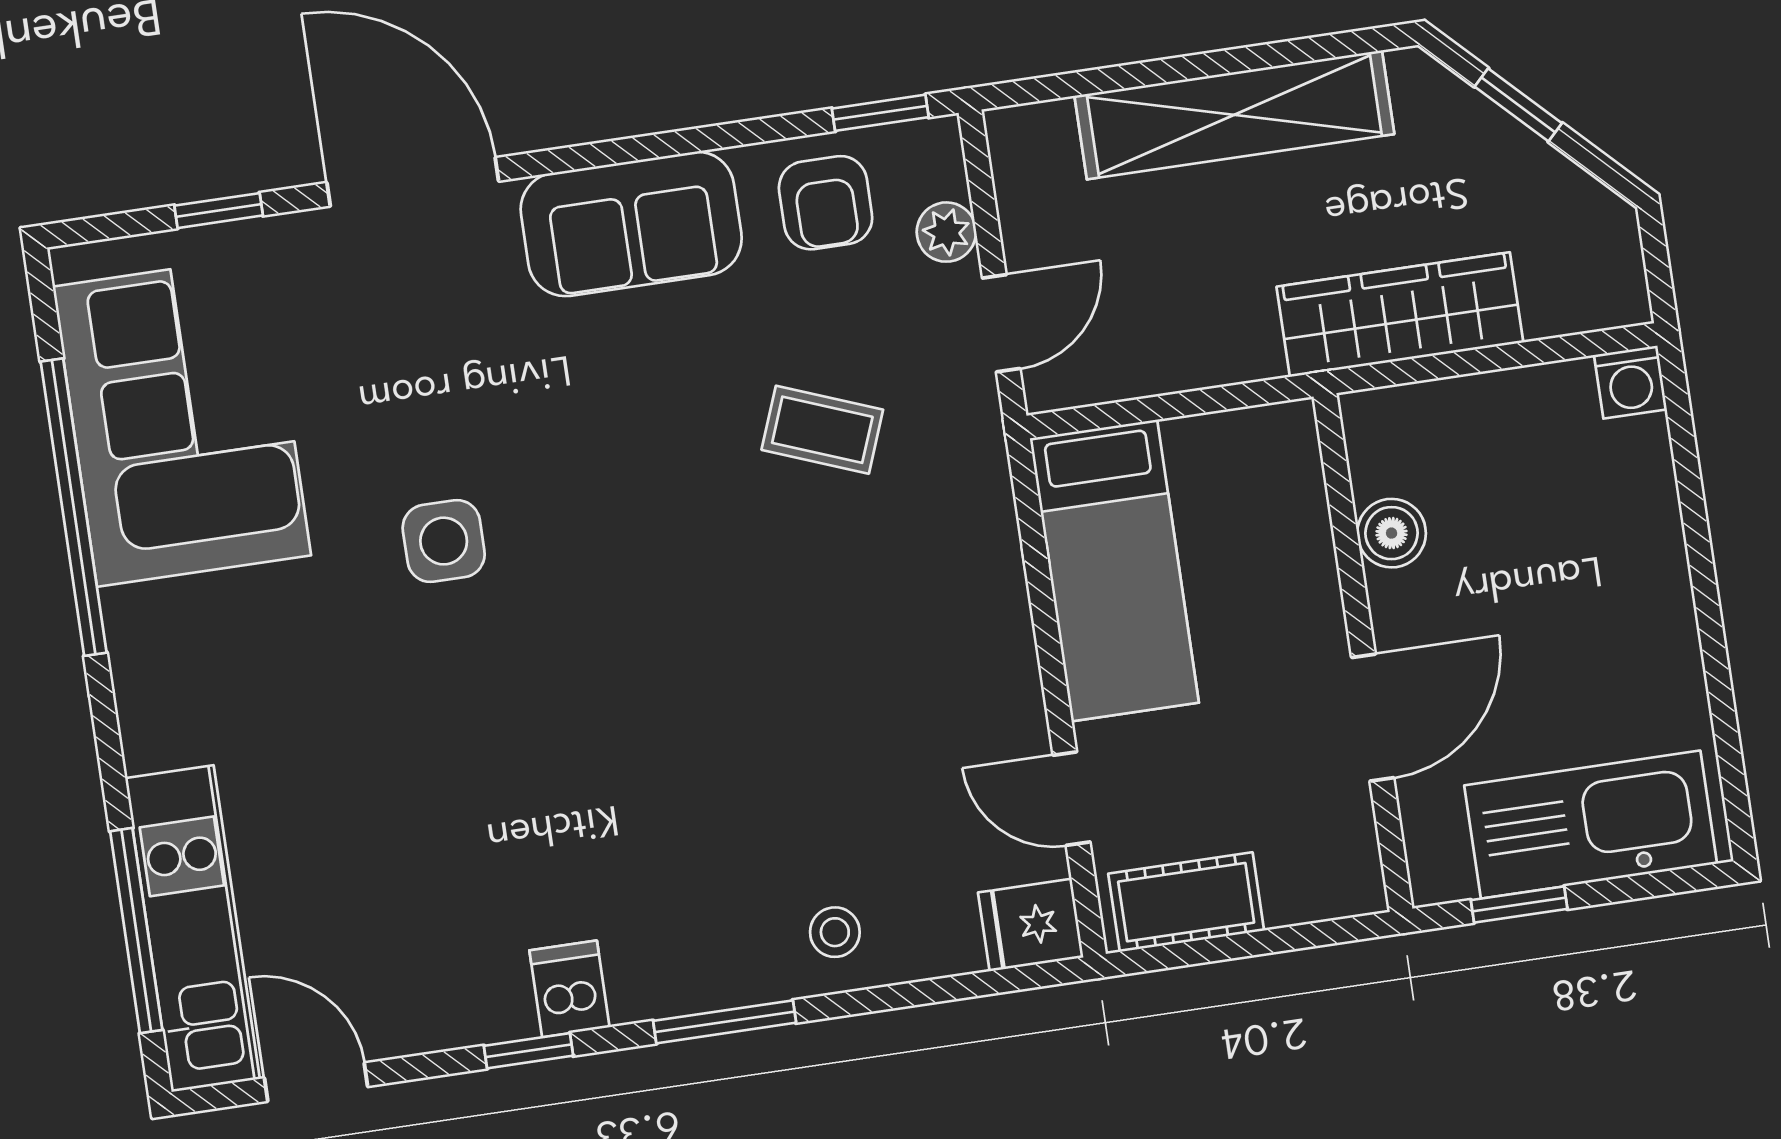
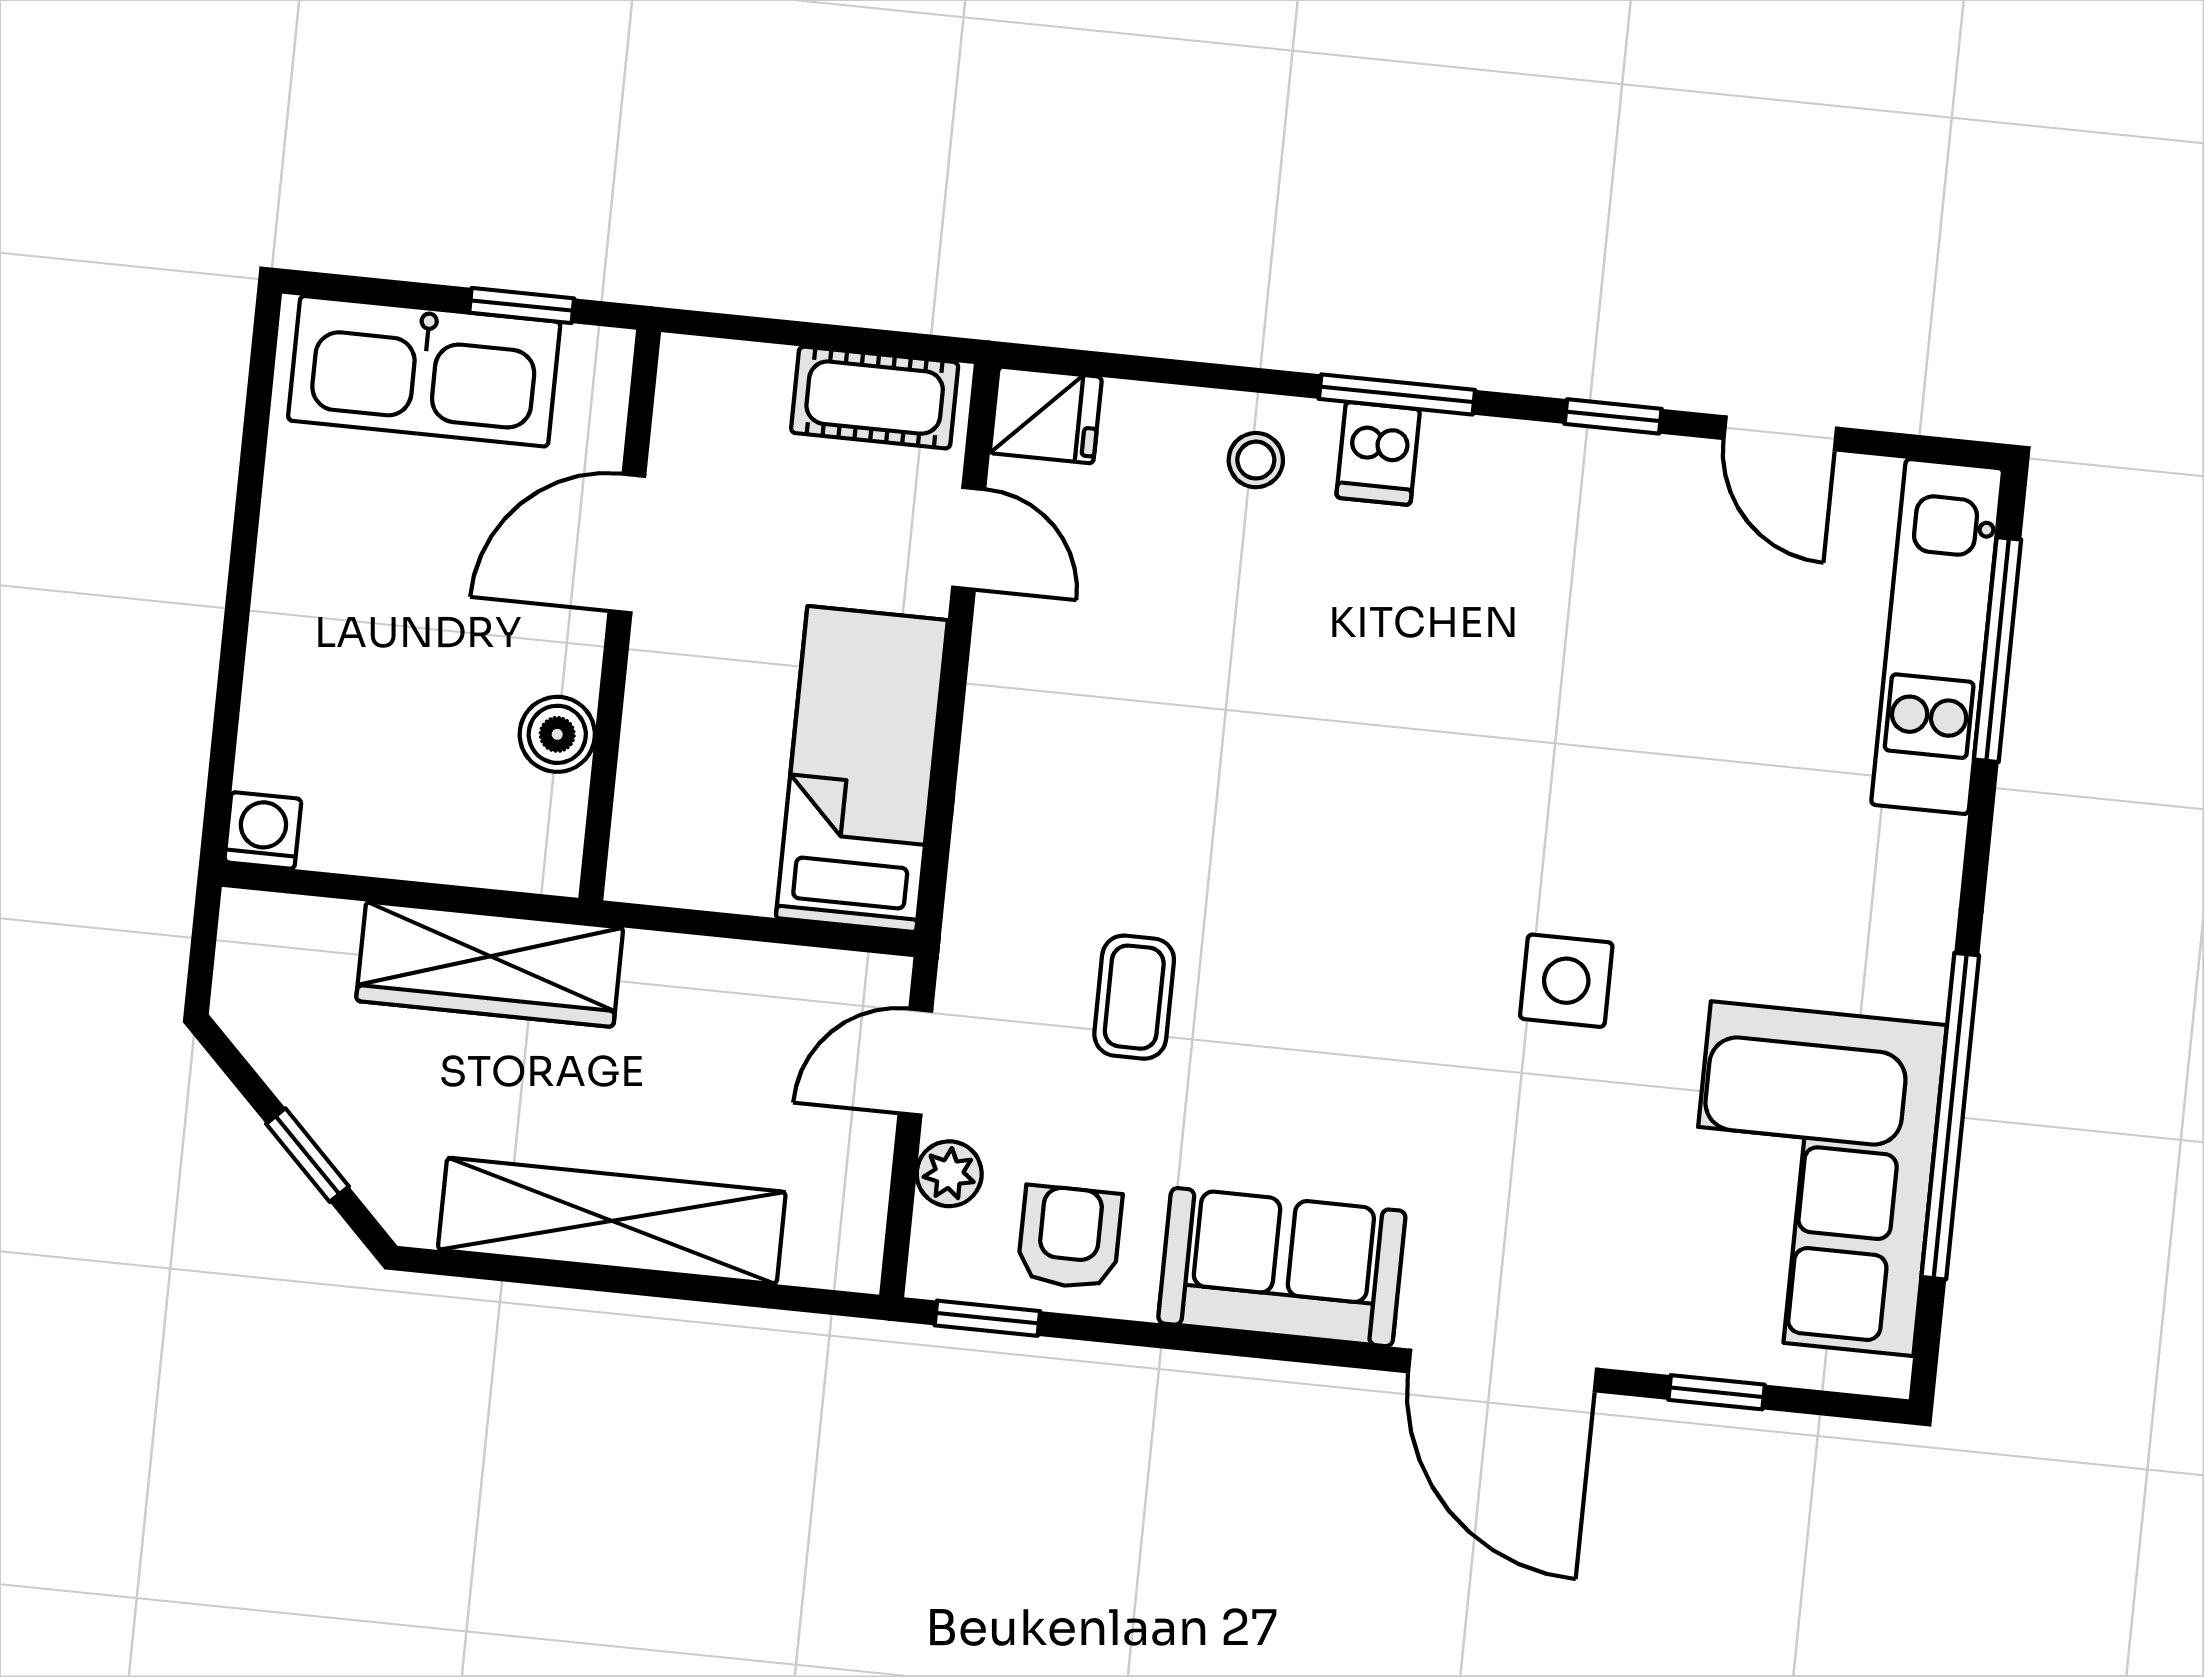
coffee table: (822, 430) -> (1134, 997), turned 69
dishwasher: (569, 989) -> (1378, 453), moved
door: (316, 1082) -> (1780, 433), moved

